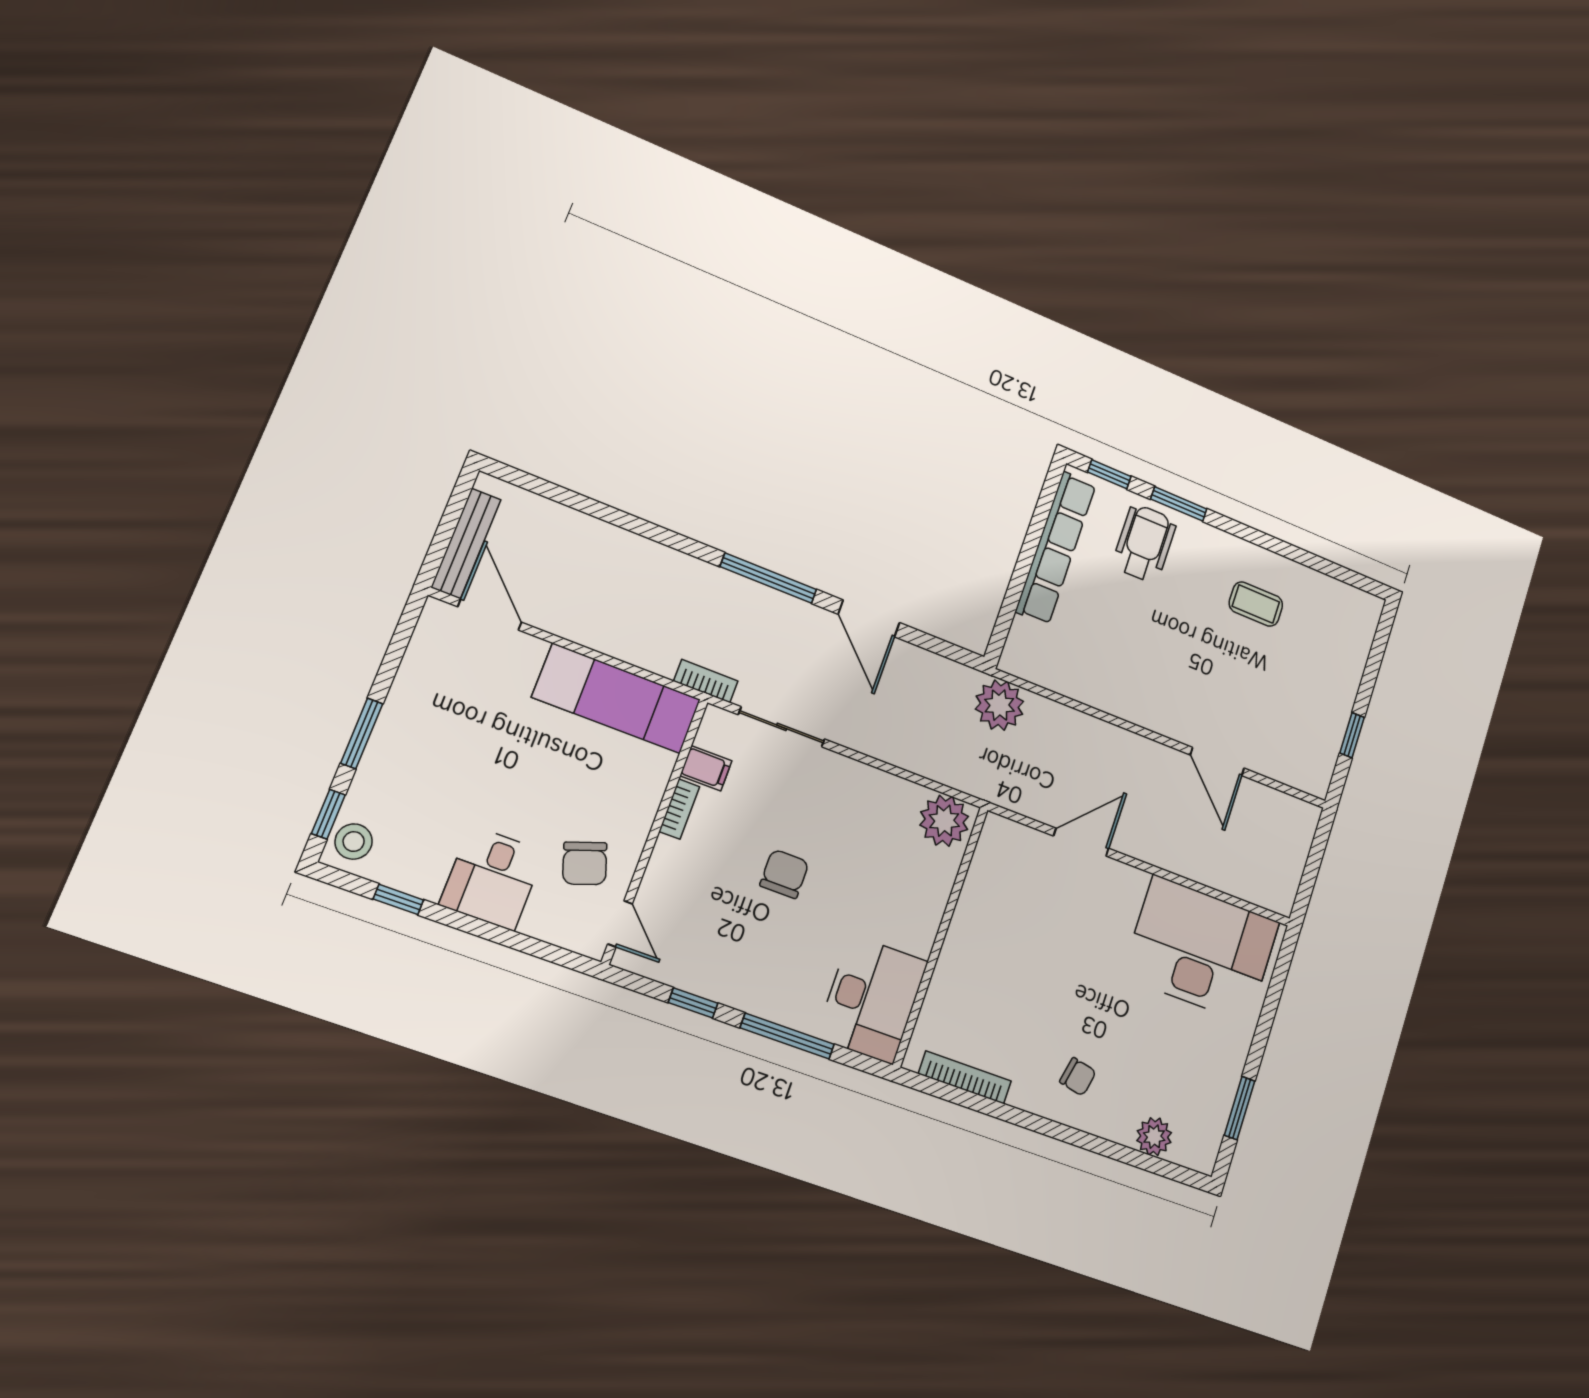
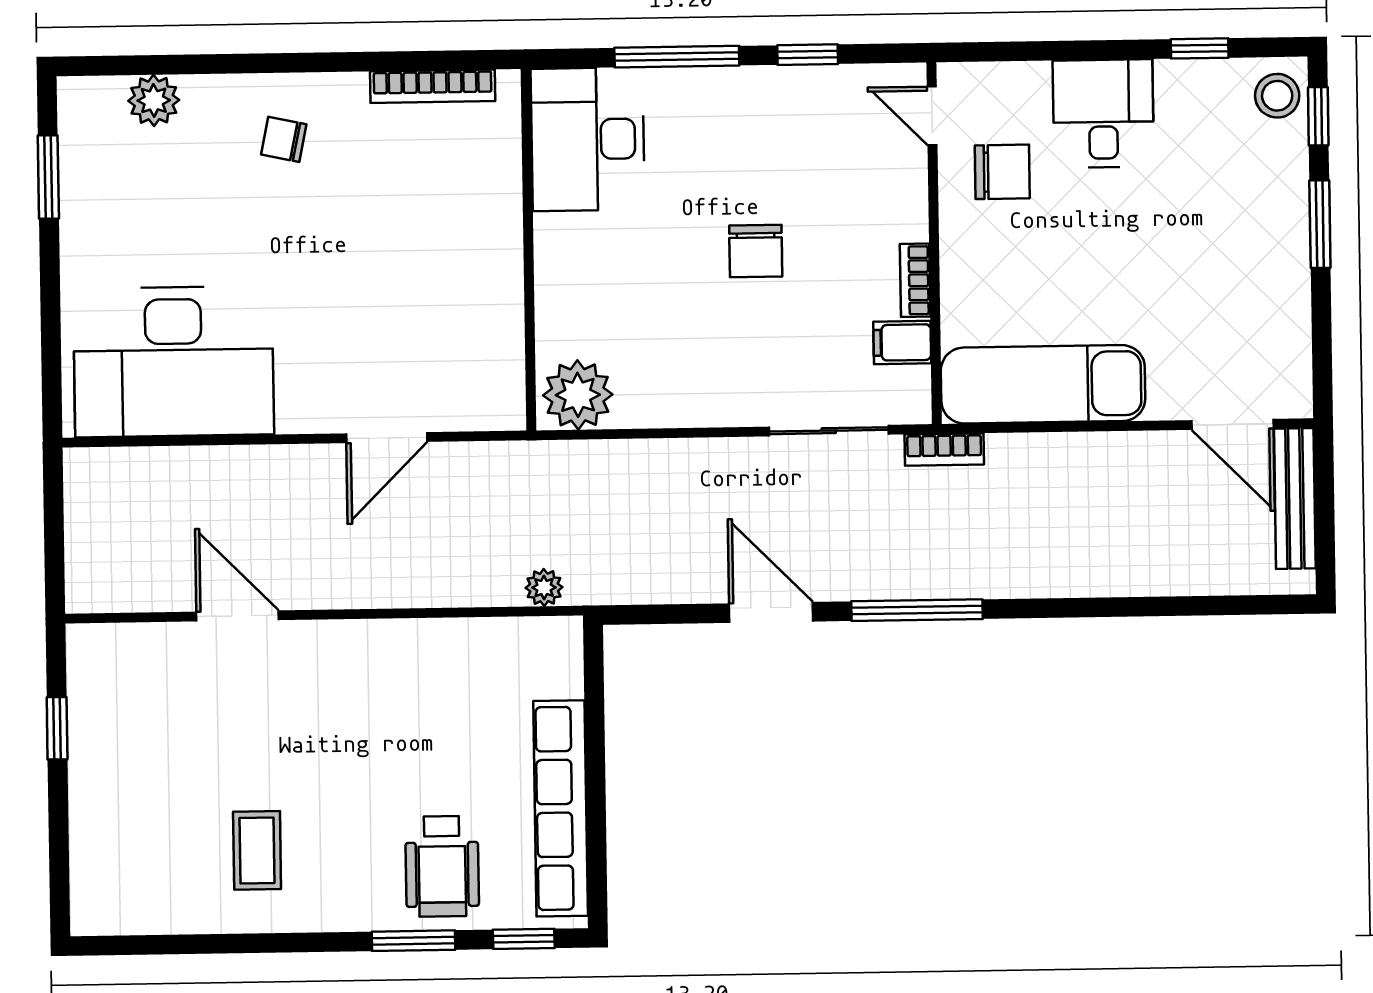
coffee table: (1256, 604) -> (257, 850), turned 90
plant: (999, 705) -> (544, 587), width x0.53, depth x0.53
chair: (585, 863) -> (1002, 172), turned 109

